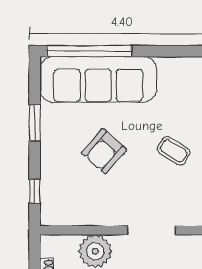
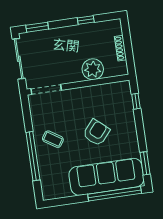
window: (35, 123) -> (145, 163), moved
doorway: (152, 230) -> (46, 89), moved

